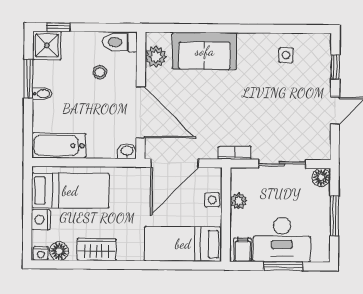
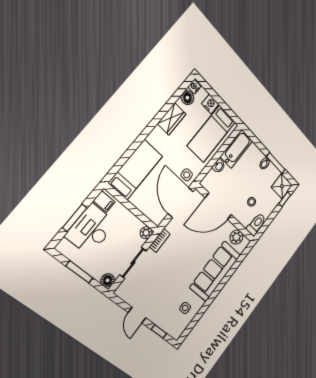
sofa: (205, 51) -> (215, 271), width x1.36
washbasin: (127, 151) -> (219, 166), moved
side table: (212, 200) -> (187, 175), moved
plant: (238, 201) -> (146, 233), moved

